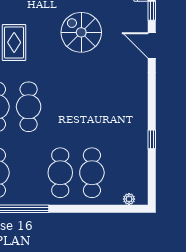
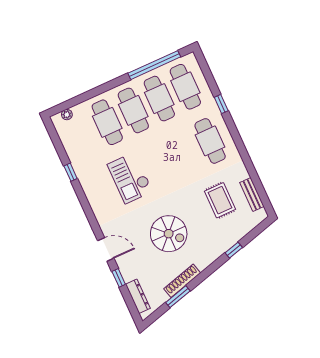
checkout: (95, 106) -> (130, 178), added
cafe table: (29, 107) -> (159, 99), moved

